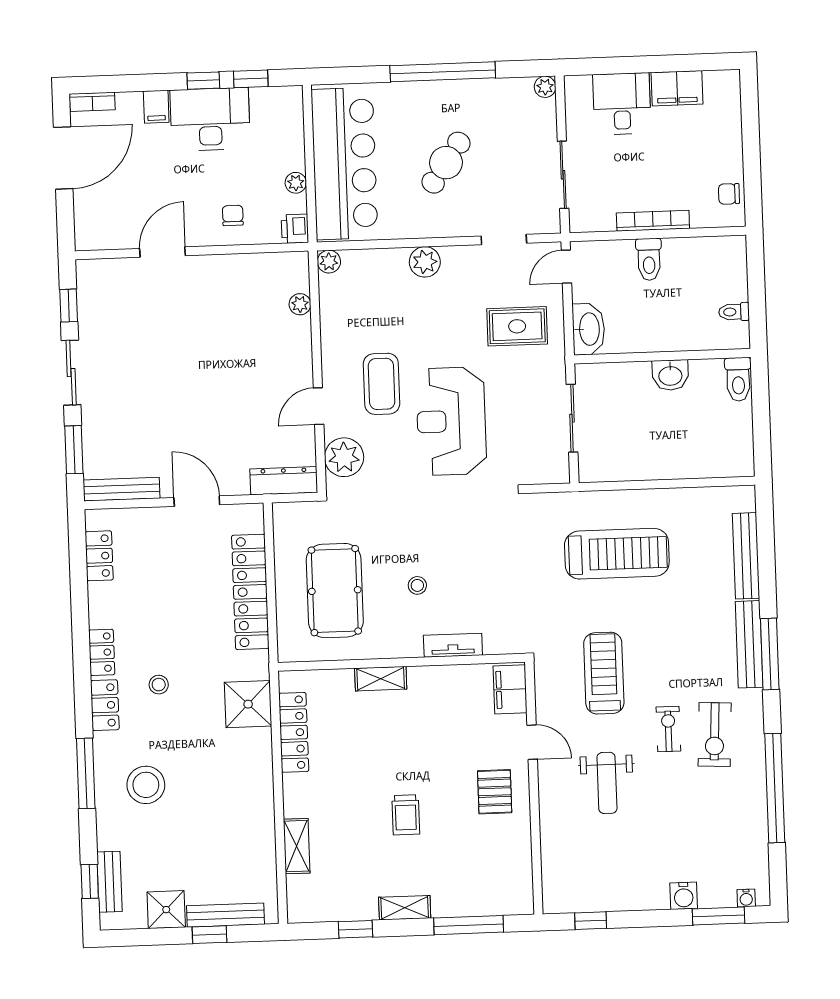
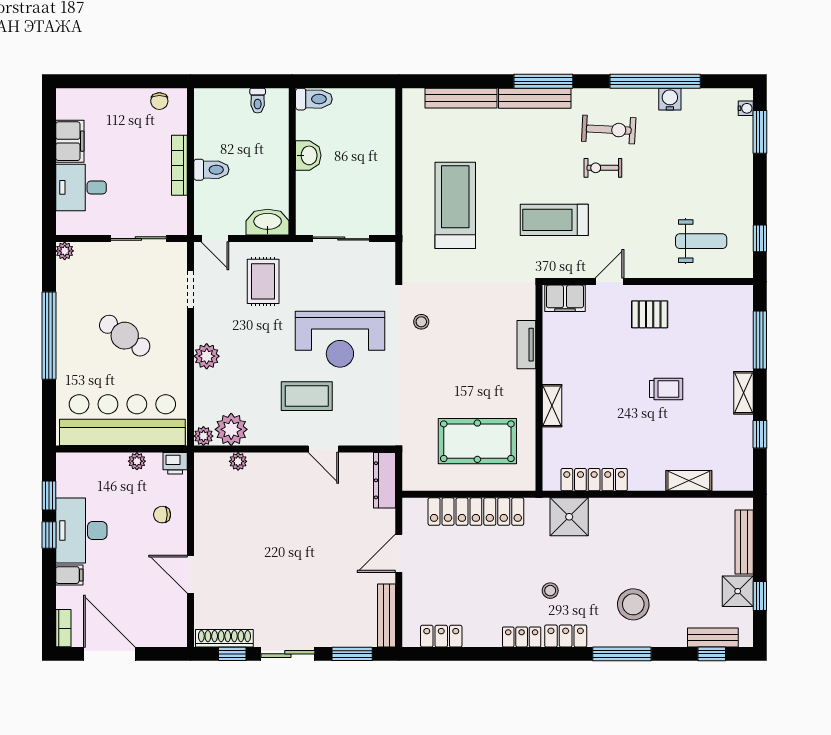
shoe rack: (87, 296) -> (224, 638), added
plant: (344, 457) -> (231, 429), moved
stool: (417, 585) -> (421, 322), moved
weight bench: (607, 783) -> (701, 241), moved
water cooler: (684, 896) -> (670, 99), moved, turned -90
window: (209, 935) -> (760, 596), moved

